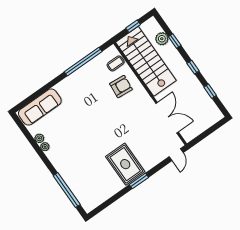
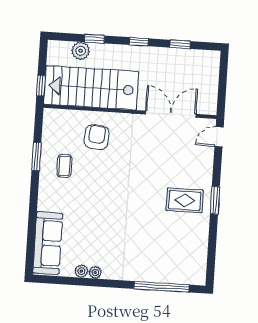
window: (133, 26) -> (41, 86), moved
window: (83, 62) -> (36, 156), width x0.47
coffee table: (116, 63) -> (64, 166), moved
door: (176, 155) -> (219, 137), swing flipped
rug: (125, 164) -> (185, 200), width x0.73, depth x0.70

